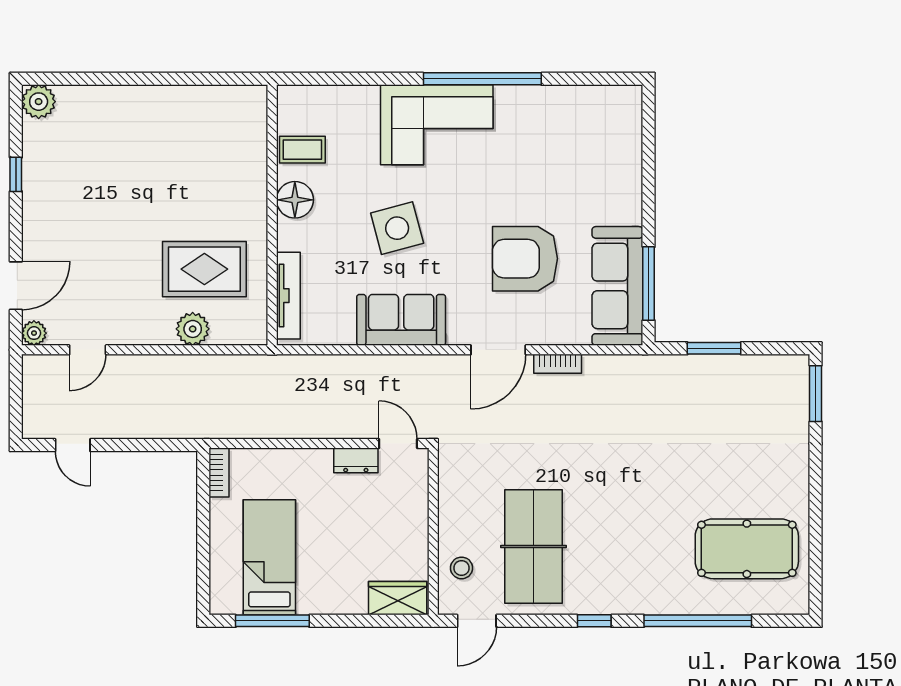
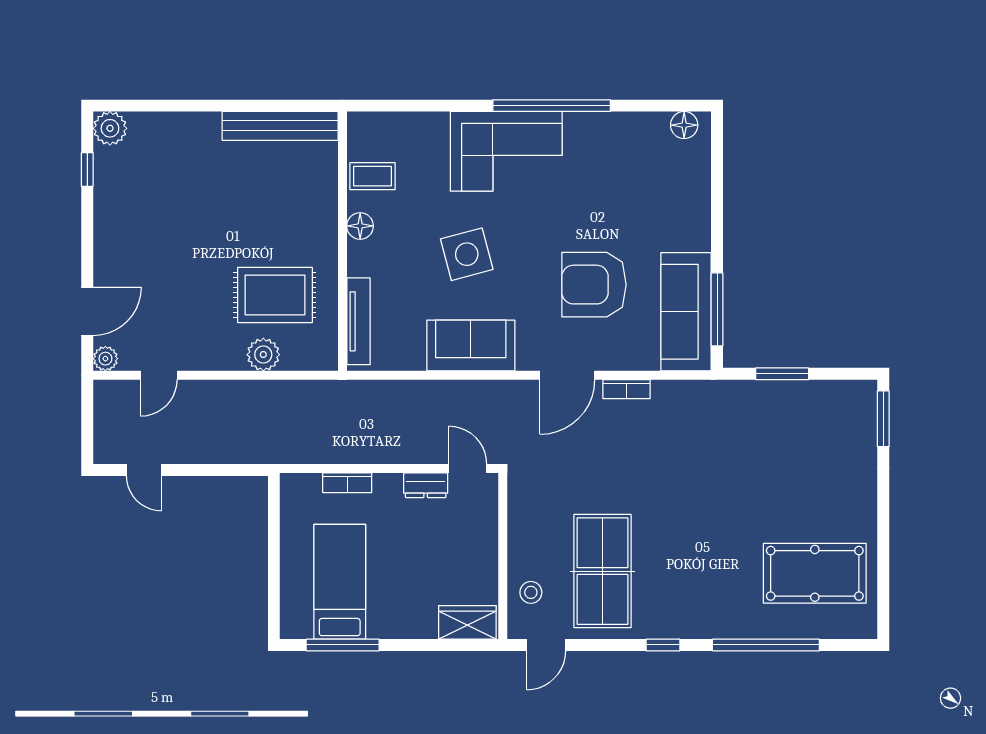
floor lamp: (616, 98) -> (684, 125), added
bench: (210, 99) -> (280, 126), added
window: (16, 174) -> (87, 169), moved
floor lamp: (295, 200) -> (360, 226), width x0.73, depth x0.73
bookcase: (219, 473) -> (347, 483), moved, turned 90

